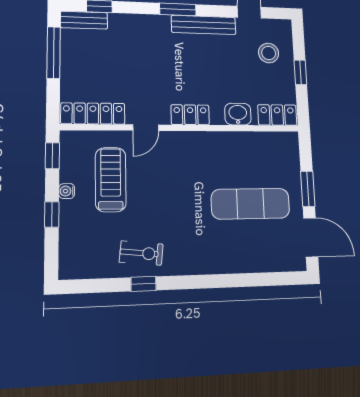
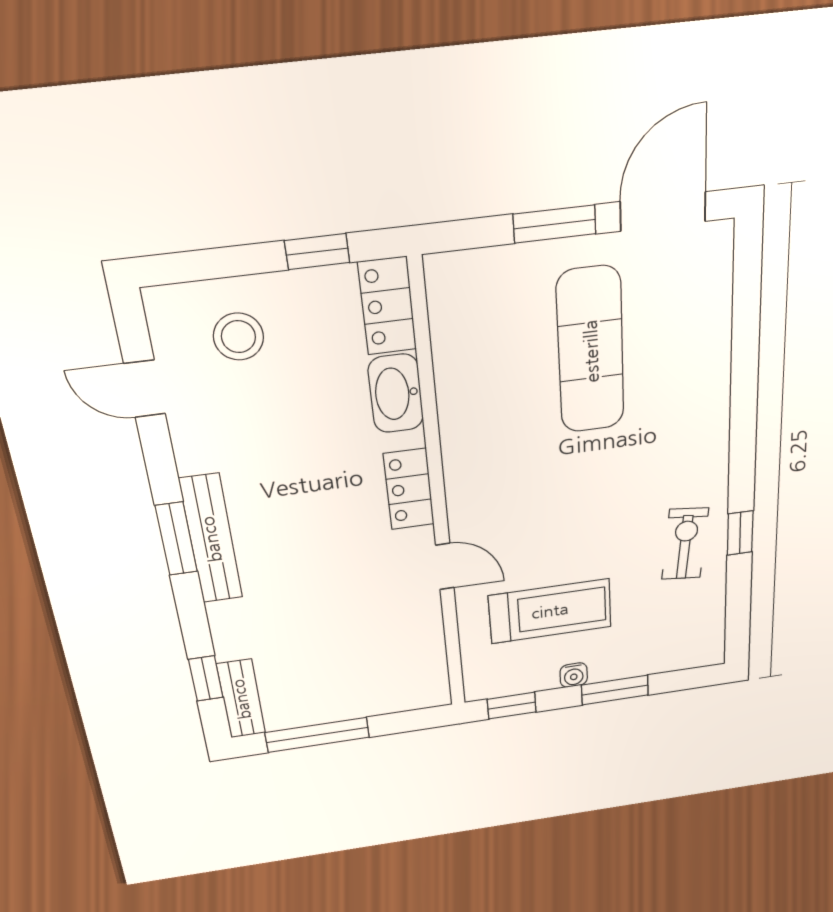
bench: (204, 25) -> (211, 539), moved
window: (300, 72) -> (317, 252), moved
locker: (93, 114) -> (427, 657), removed
washbasin: (238, 114) -> (396, 393), width x1.38
treadmill: (111, 179) -> (550, 611), turned 180
window: (52, 214) -> (615, 690), width x1.50

